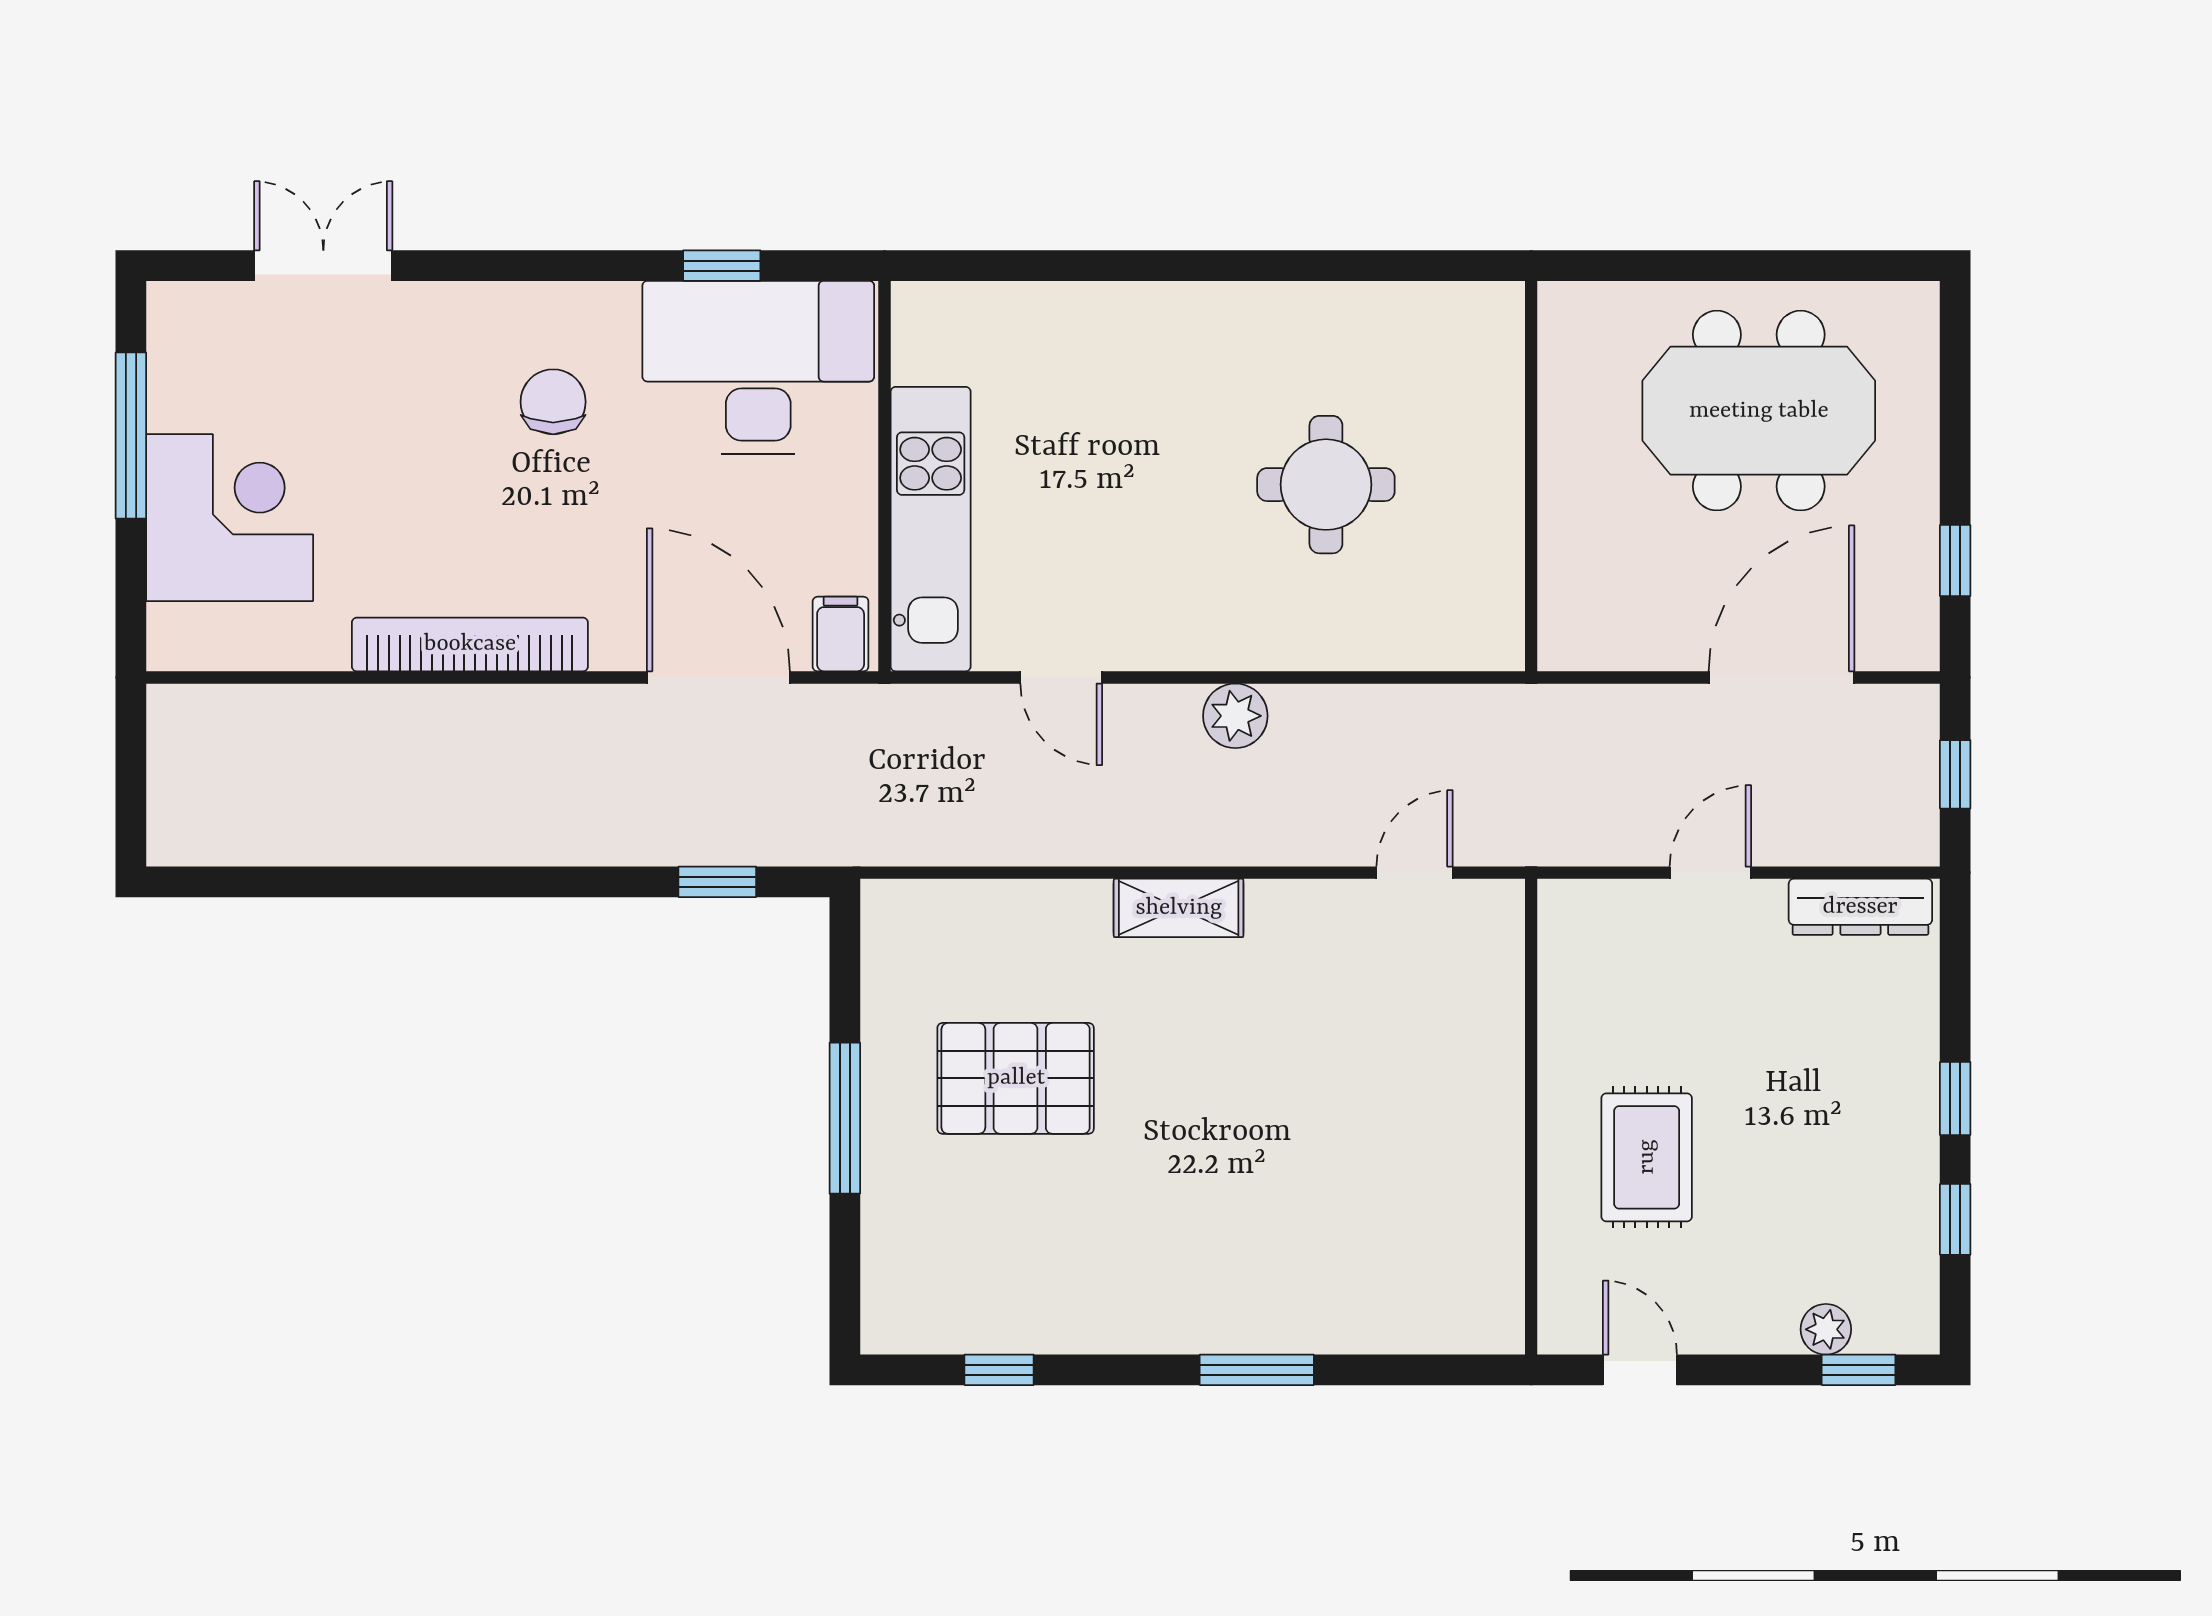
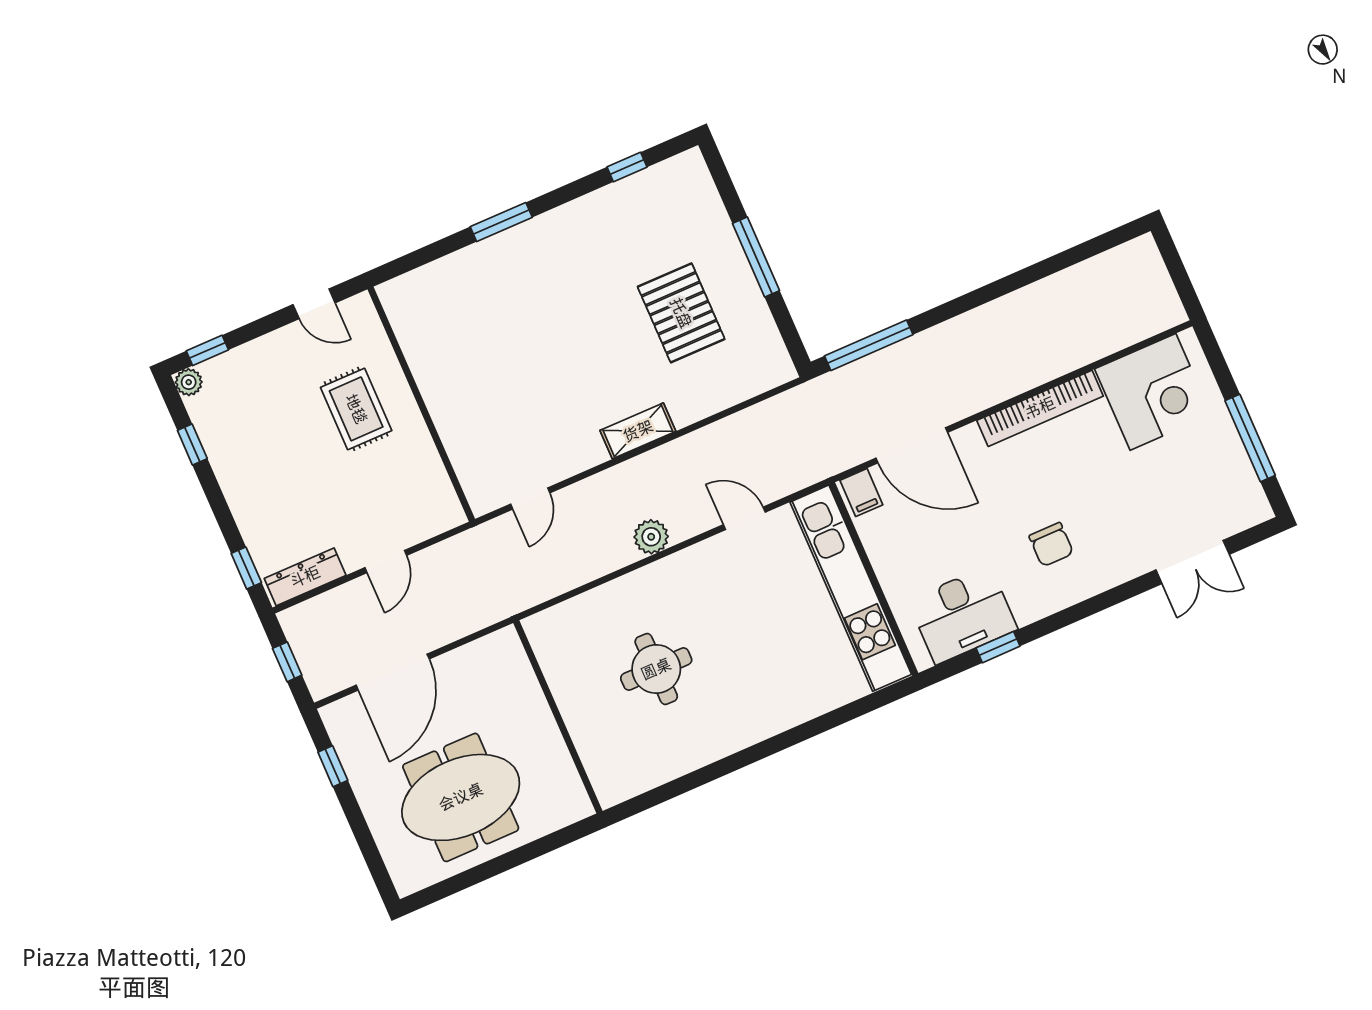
desk: (758, 368) -> (963, 615), width x0.73, depth x0.77
corner desk: (230, 518) -> (1153, 392), moved, turned -90
kitchen unit: (931, 529) -> (851, 588), width x1.36
window: (717, 882) -> (869, 345), width x2.17
pallet: (1016, 1078) -> (681, 313), turned 90
window: (1955, 1099) -> (246, 568), moved
plant: (1826, 1329) -> (189, 382), moved

